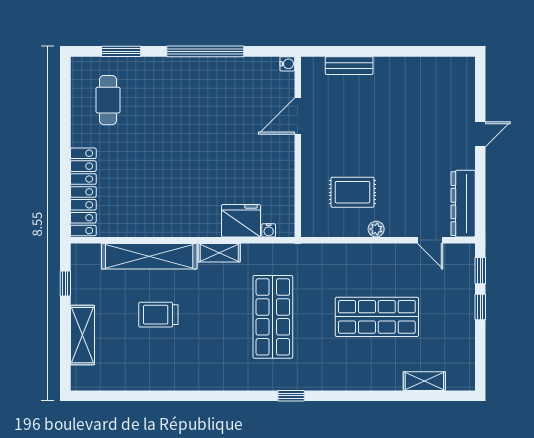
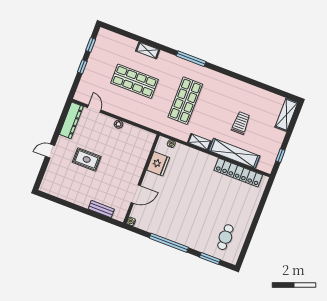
locker: (83, 192) -> (238, 173), moved, turned -90
rug: (352, 192) -> (87, 159), moved
fridge: (241, 221) -> (158, 164), moved, turned -90
window: (480, 271) -> (91, 45), moved
trolley: (158, 315) -> (241, 123), turned -90
shelving: (82, 335) -> (286, 115), moved
shelving: (424, 381) -> (148, 50), moved
window: (291, 396) -> (191, 59), width x2.17

